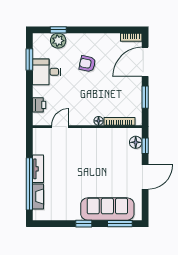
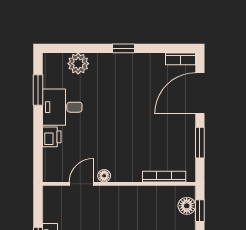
window: (58, 30) -> (124, 48), moved
armchair: (87, 64) -> (119, 96), removed
printer: (39, 105) -> (52, 137), moved
floor lamp: (99, 121) -> (104, 176), moved

